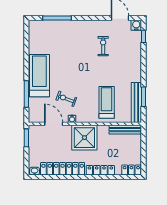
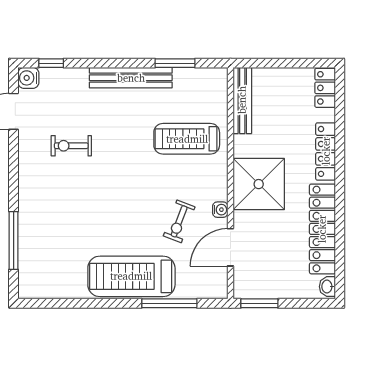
bench: (136, 102) -> (131, 78), moved

